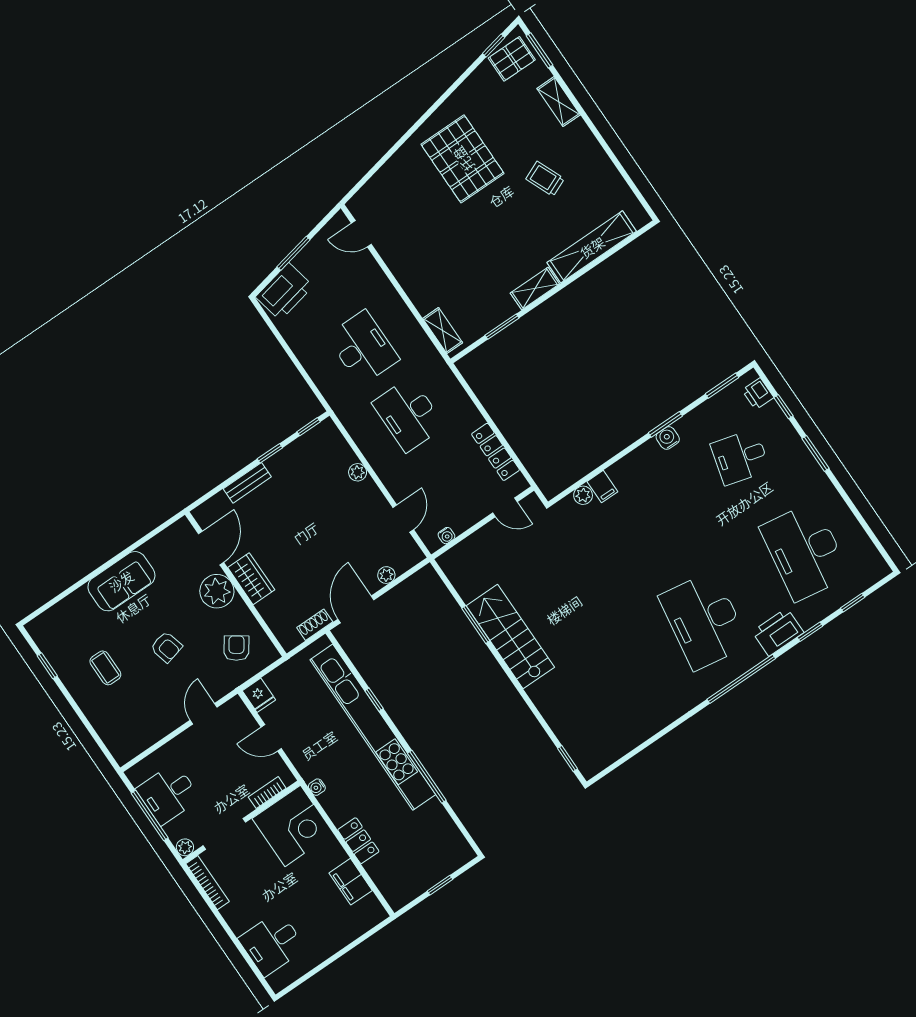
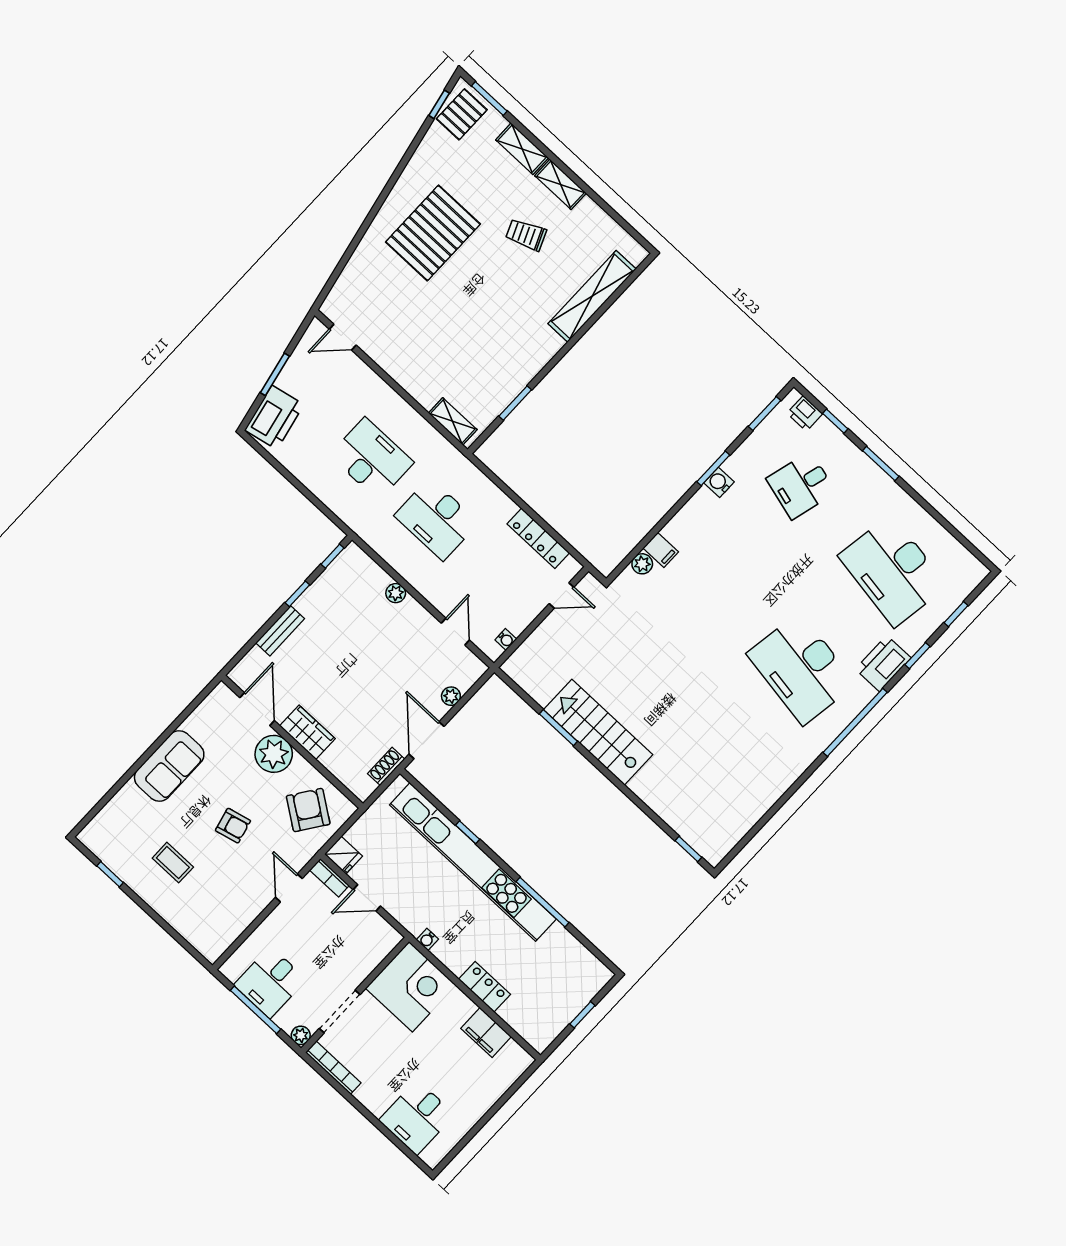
pallet: (463, 159) -> (433, 233), turned 90
shelving: (535, 288) -> (561, 184), moved, turned 90
armchair: (236, 648) -> (308, 810), width x1.38, depth x1.38
bookcase: (267, 793) -> (329, 878), moved, turned -90

